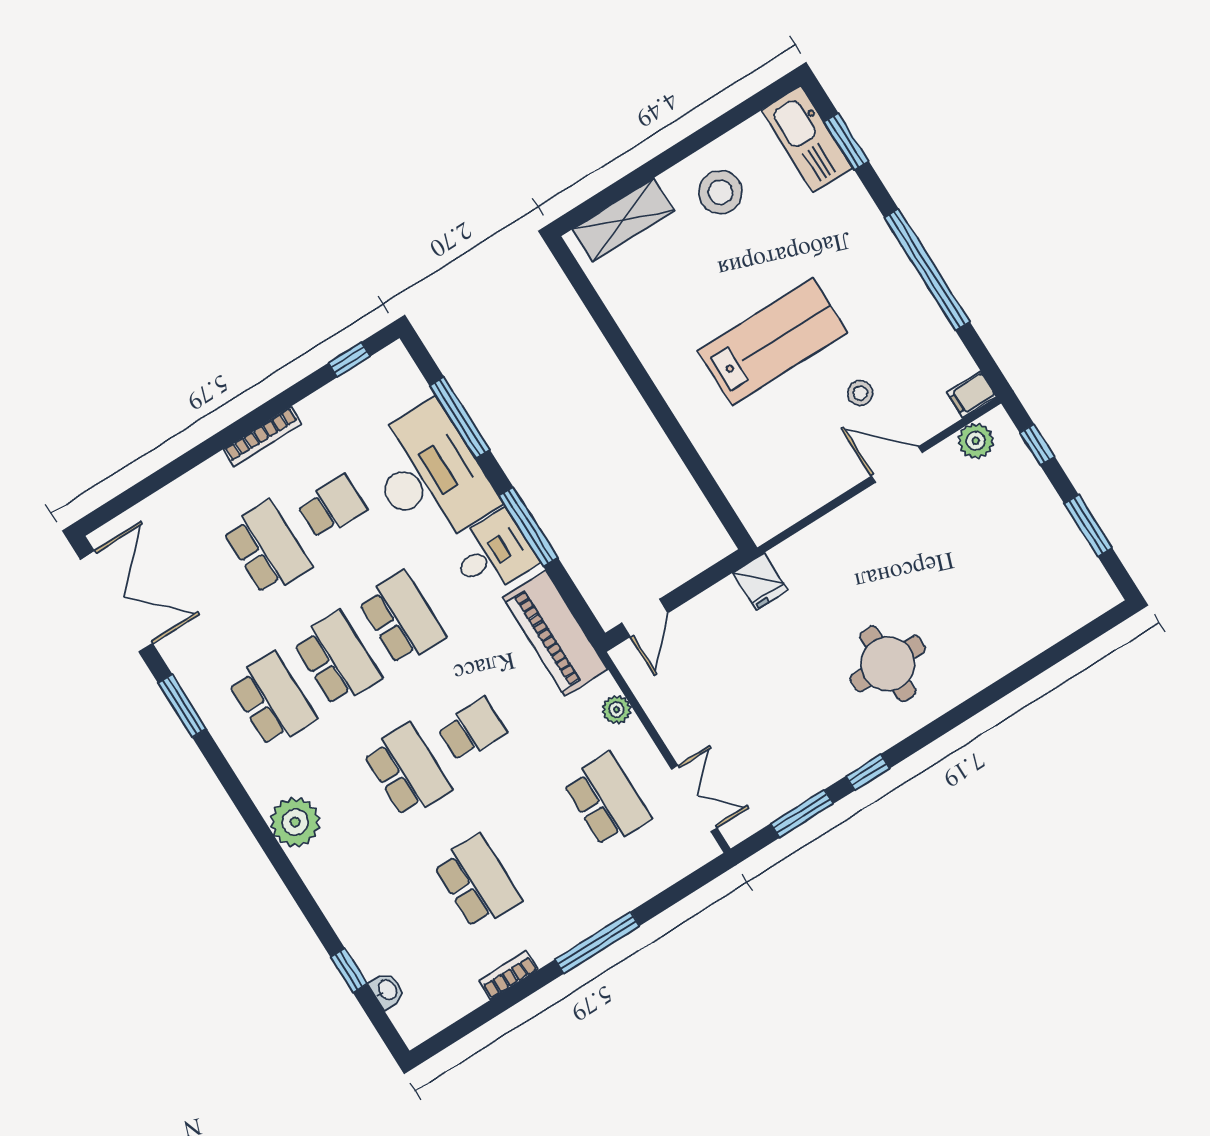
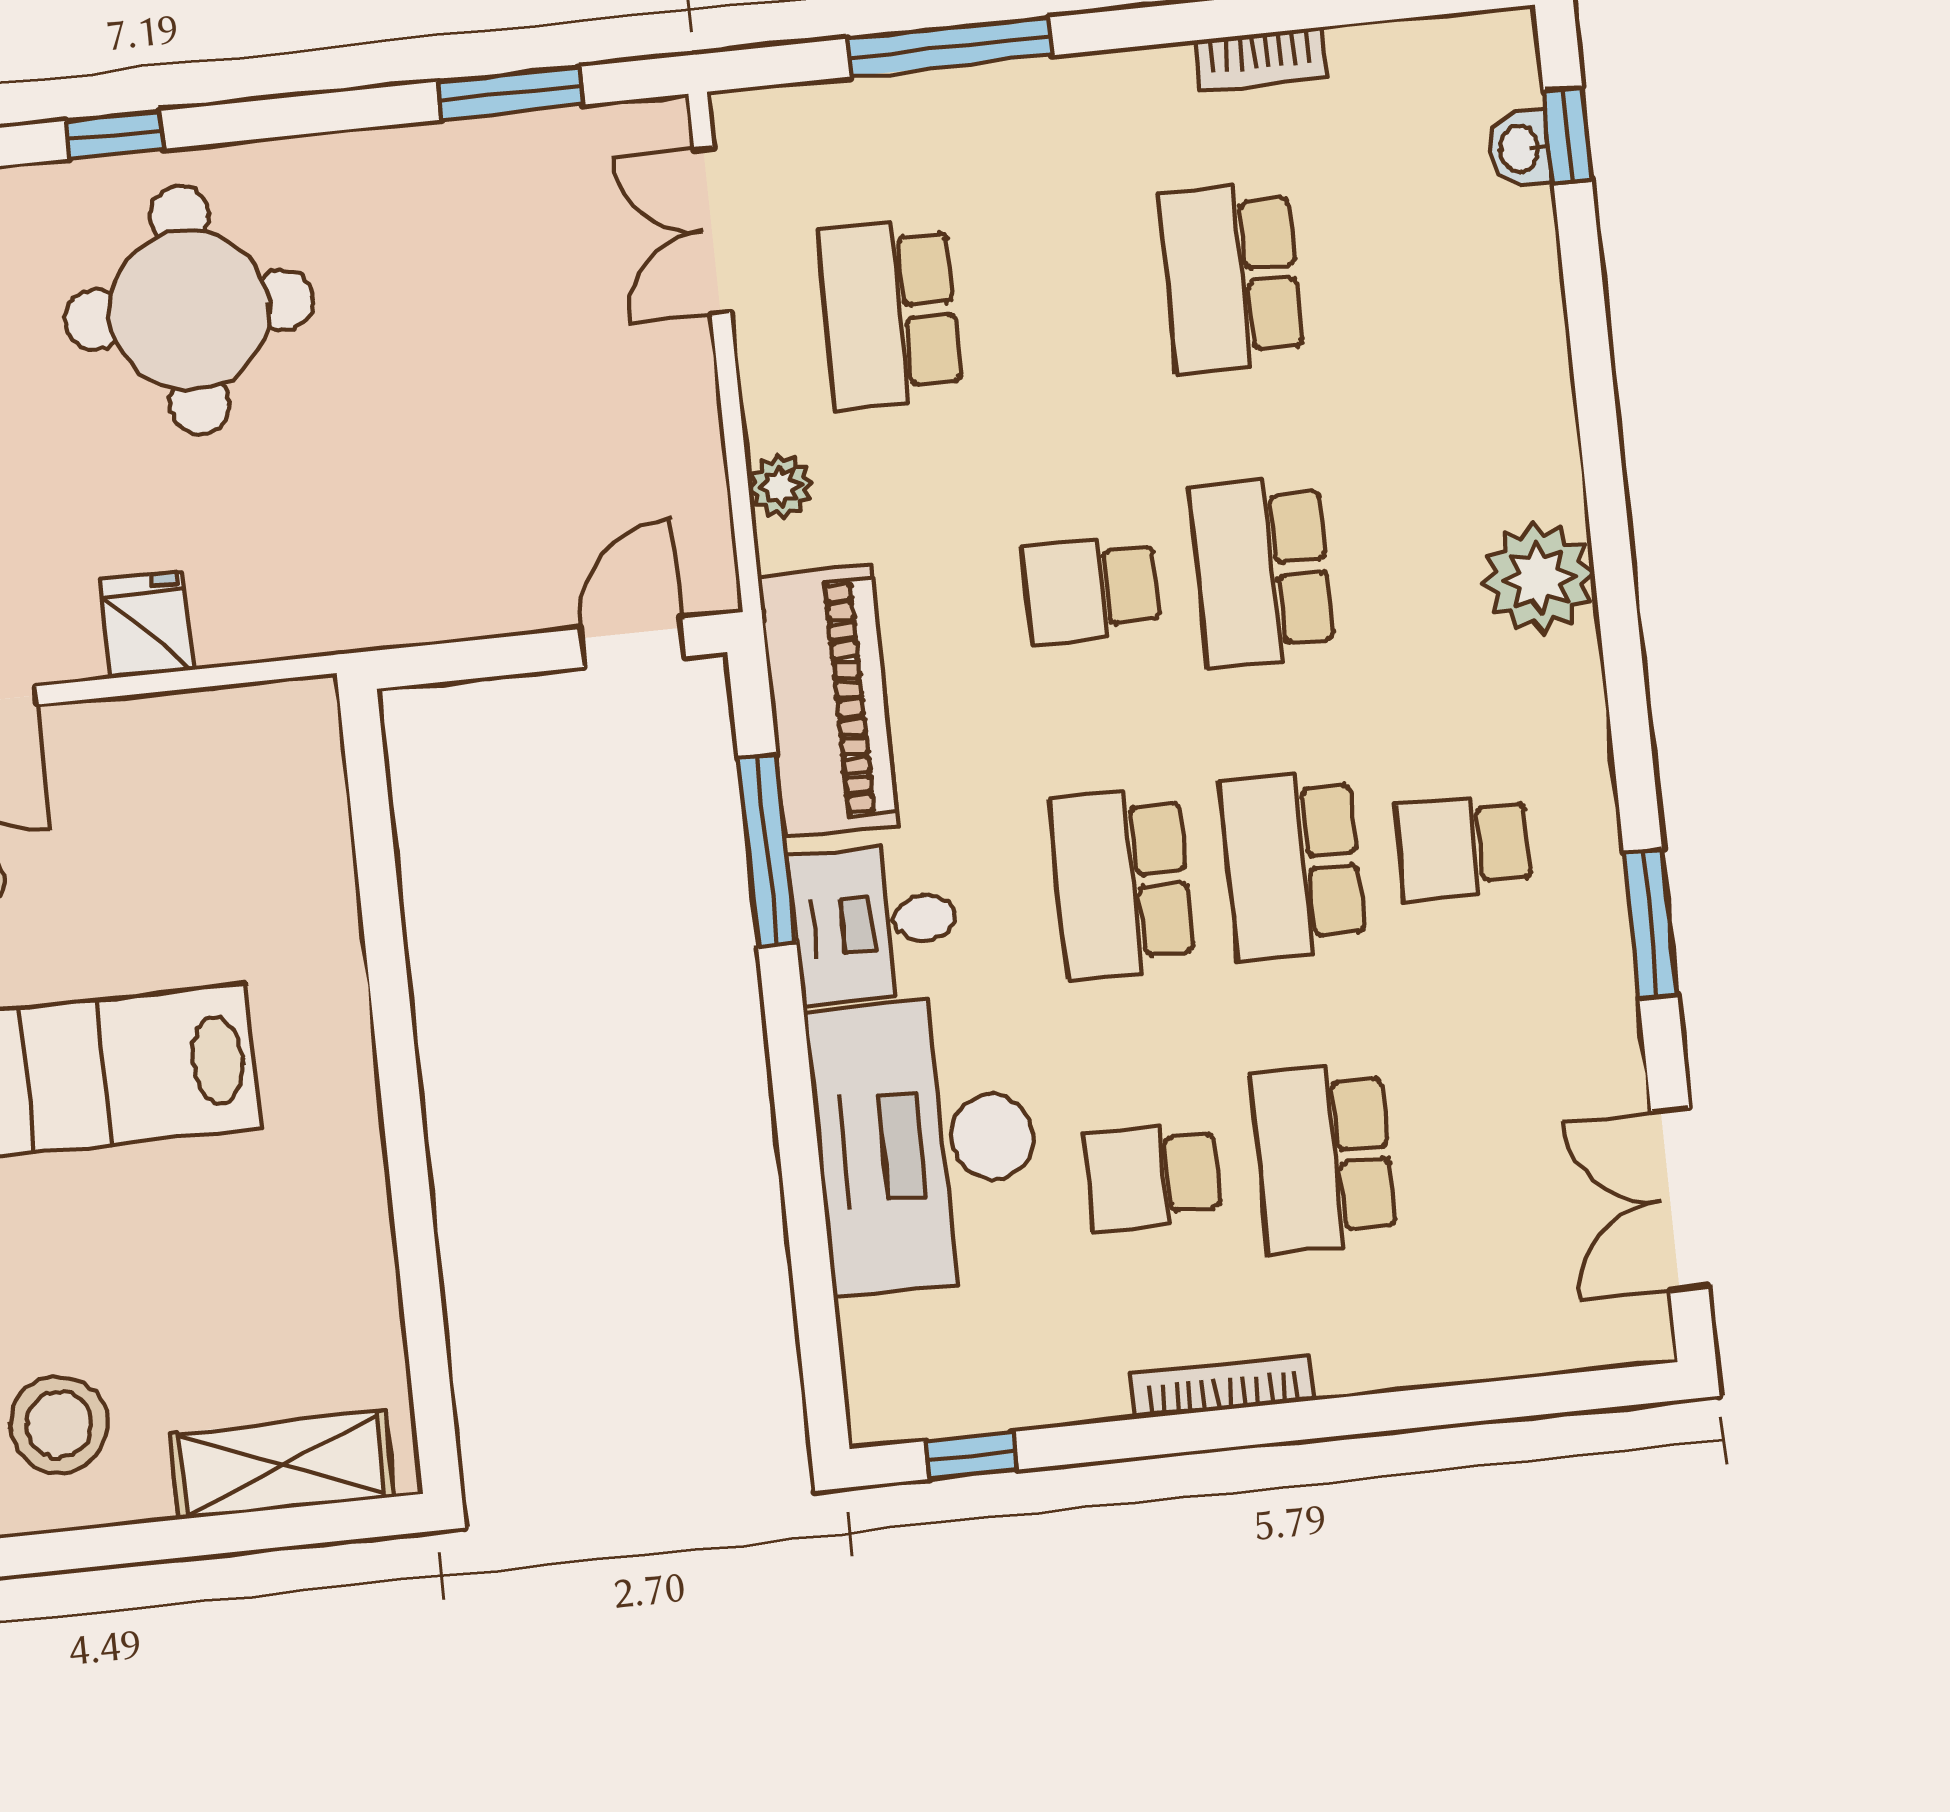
window: (460, 418) -> (807, 1229), removed
window: (528, 527) -> (767, 851), moved
fridge: (760, 581) -> (147, 625), moved
double door: (117, 601) -> (1680, 1199), width x0.73
round table: (888, 664) -> (189, 310), width x1.36, depth x1.36
school desk: (272, 700) -> (1464, 847), width x0.54
window: (868, 772) -> (114, 135), moved
window: (597, 943) -> (950, 47), moved
window: (349, 970) -> (1568, 136), moved

